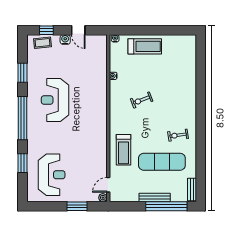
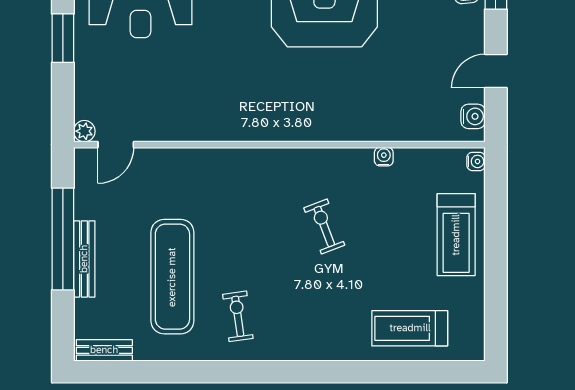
water cooler: (65, 40) -> (473, 116), moved
treadmill: (123, 150) -> (410, 328), moved
door: (108, 185) -> (116, 145), swing flipped
window: (77, 206) -> (63, 38), moved
window: (166, 206) -> (63, 239), moved

